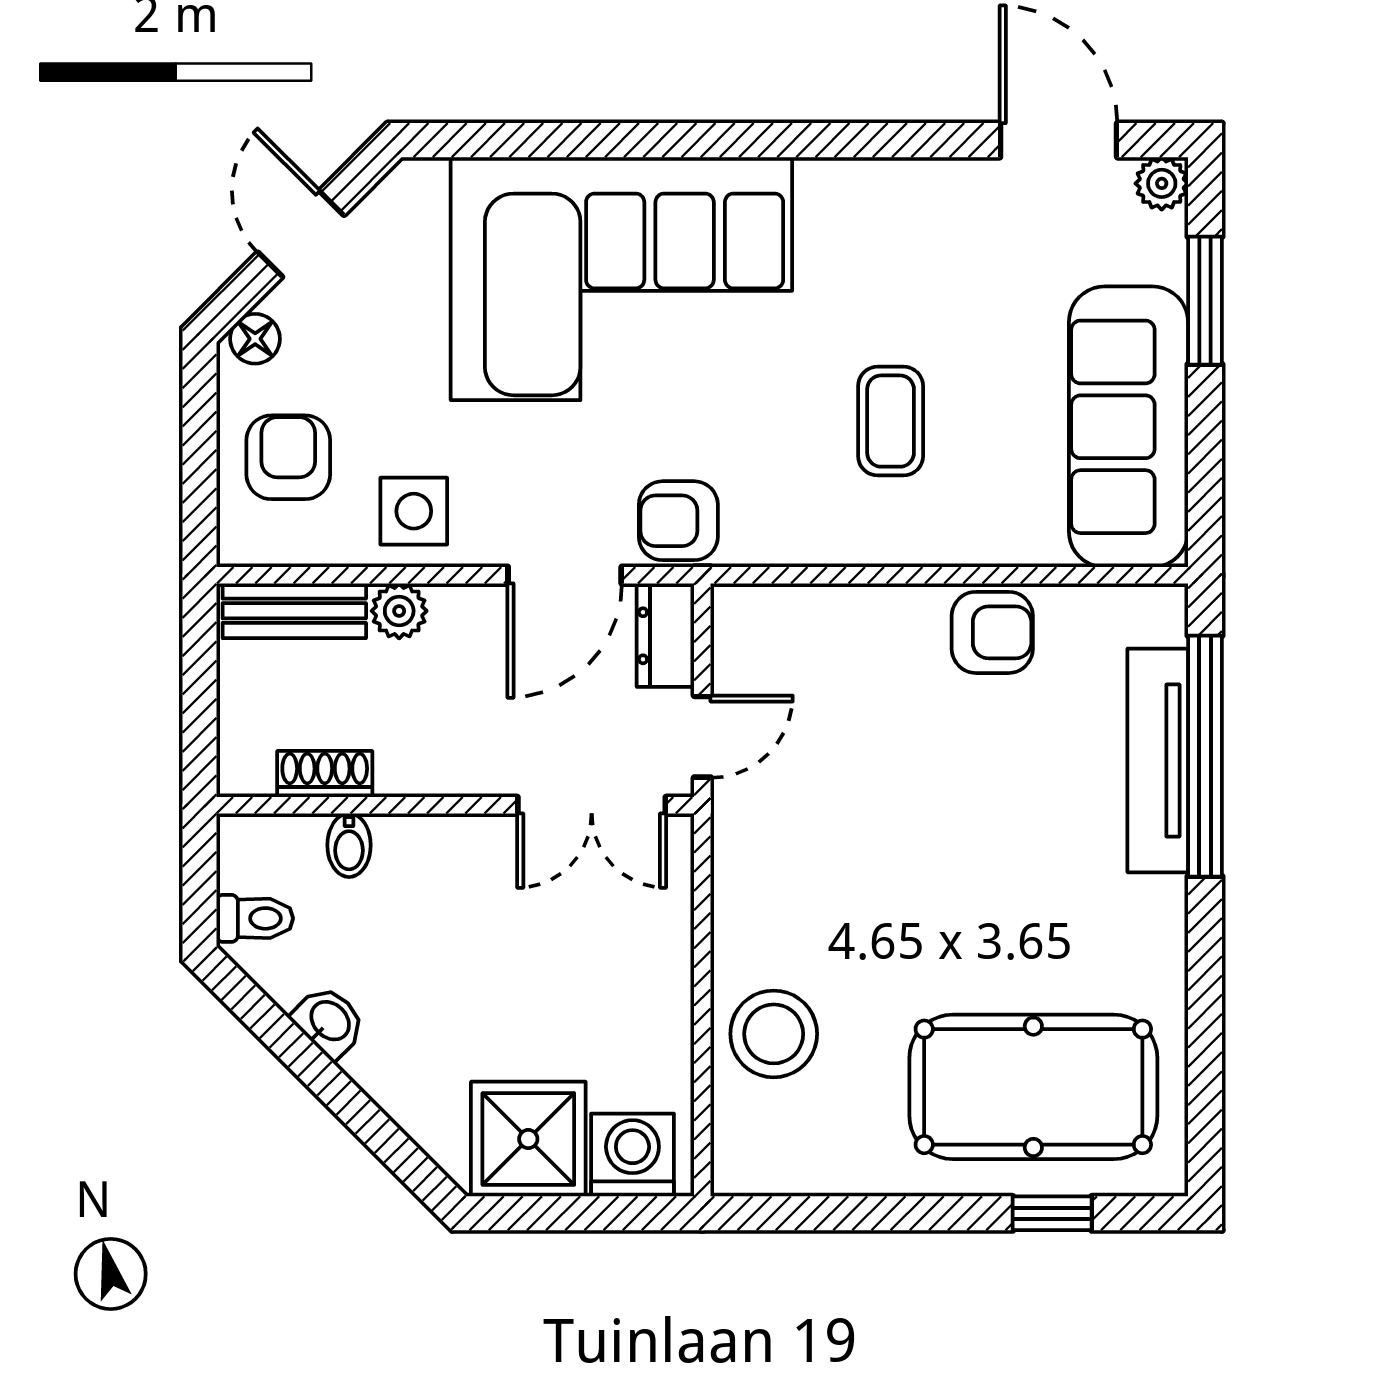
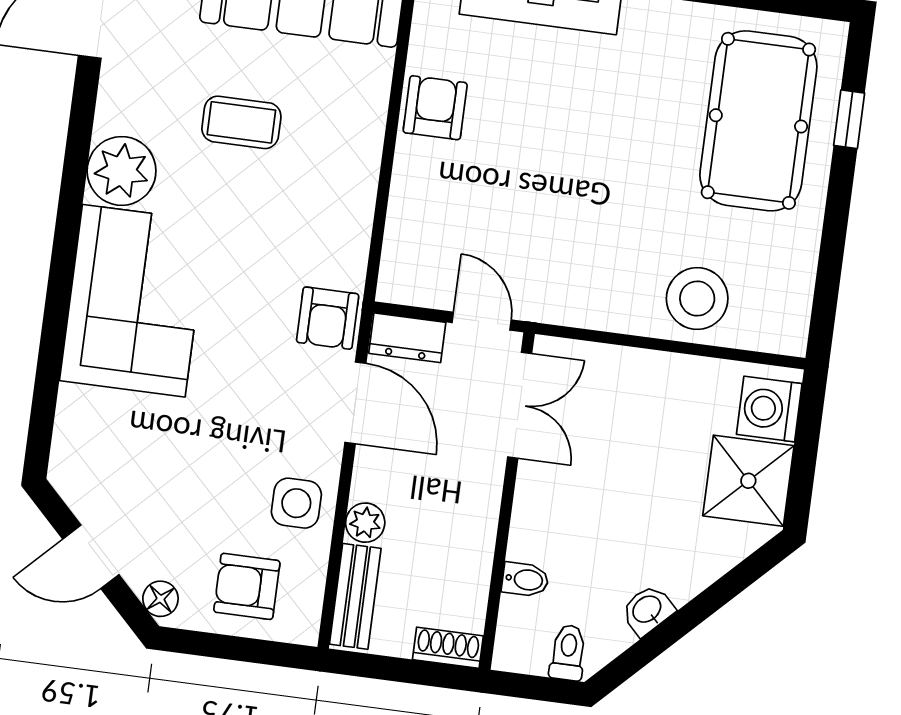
plant: (846, 206) -> (122, 171), added
corner sofa: (621, 279) -> (134, 301), width x0.73, depth x0.74
coffee table: (891, 421) -> (241, 122), moved
shoe rack: (325, 774) -> (448, 648), moved, turned 90

